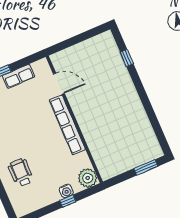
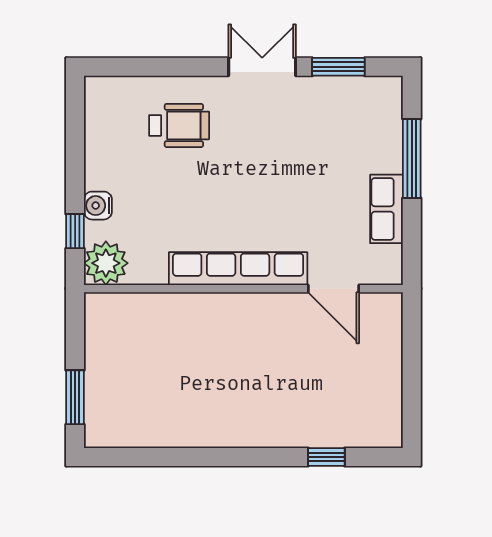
door: (59, 84) -> (333, 289), hinge flipped
window: (68, 201) -> (75, 231), moved

